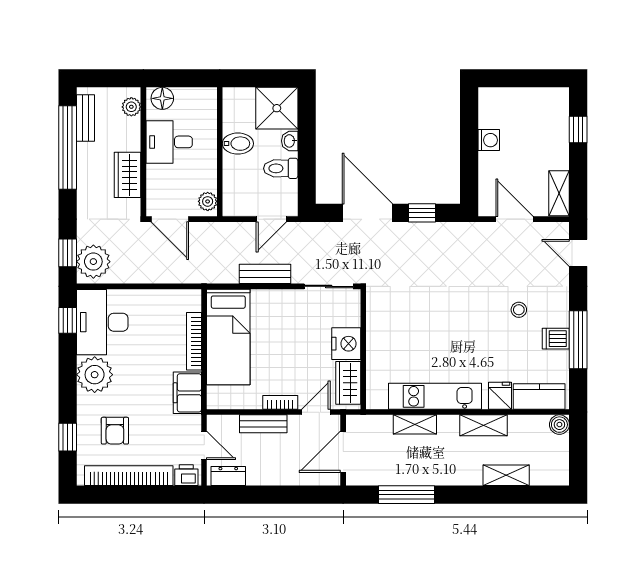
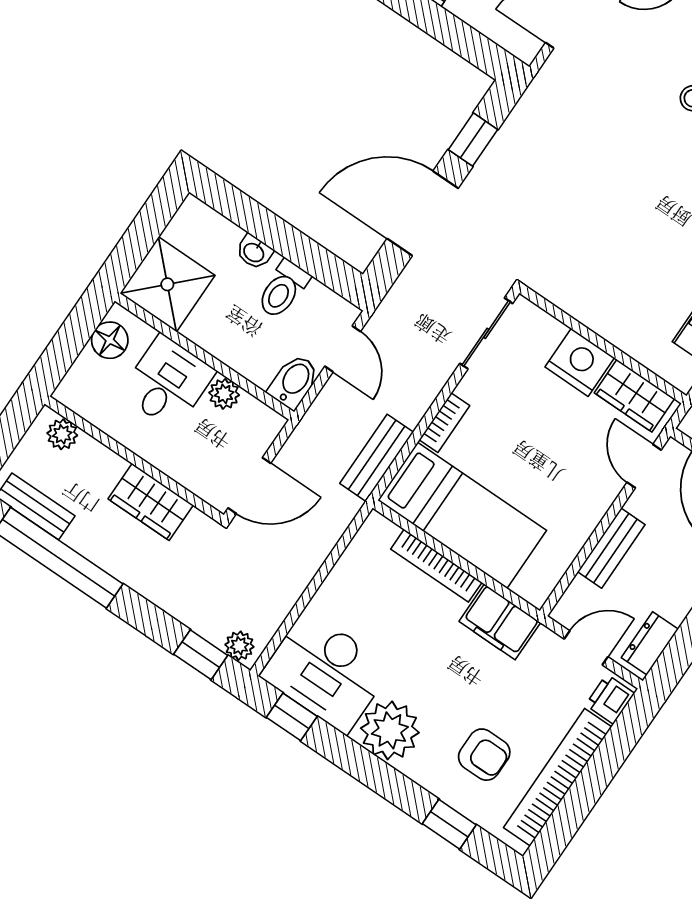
floor lamp: (162, 98) -> (110, 340), moved
shower: (277, 108) -> (167, 284), moved
desk: (169, 142) -> (168, 382), moved, turned 180
bidet: (238, 144) -> (294, 382), moved
plant: (208, 201) -> (224, 394), moved
plant: (93, 262) -> (239, 646), width x0.53, depth x0.53
bench: (265, 274) -> (377, 458), moved
bookcase: (280, 402) -> (444, 423), moved, turned 180

